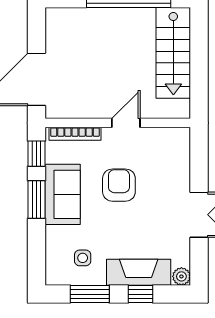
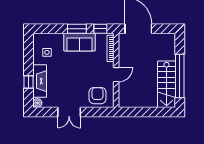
stairs: (173, 53) -> (167, 84), moved, turned -90
door: (126, 123) -> (116, 75), hinge flipped
armchair: (119, 185) -> (97, 96), moved, turned -90
window: (90, 294) -> (28, 56), removed

